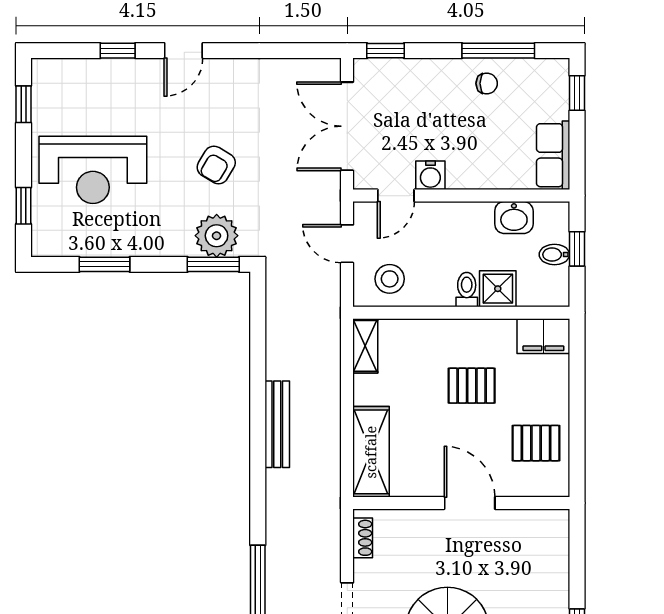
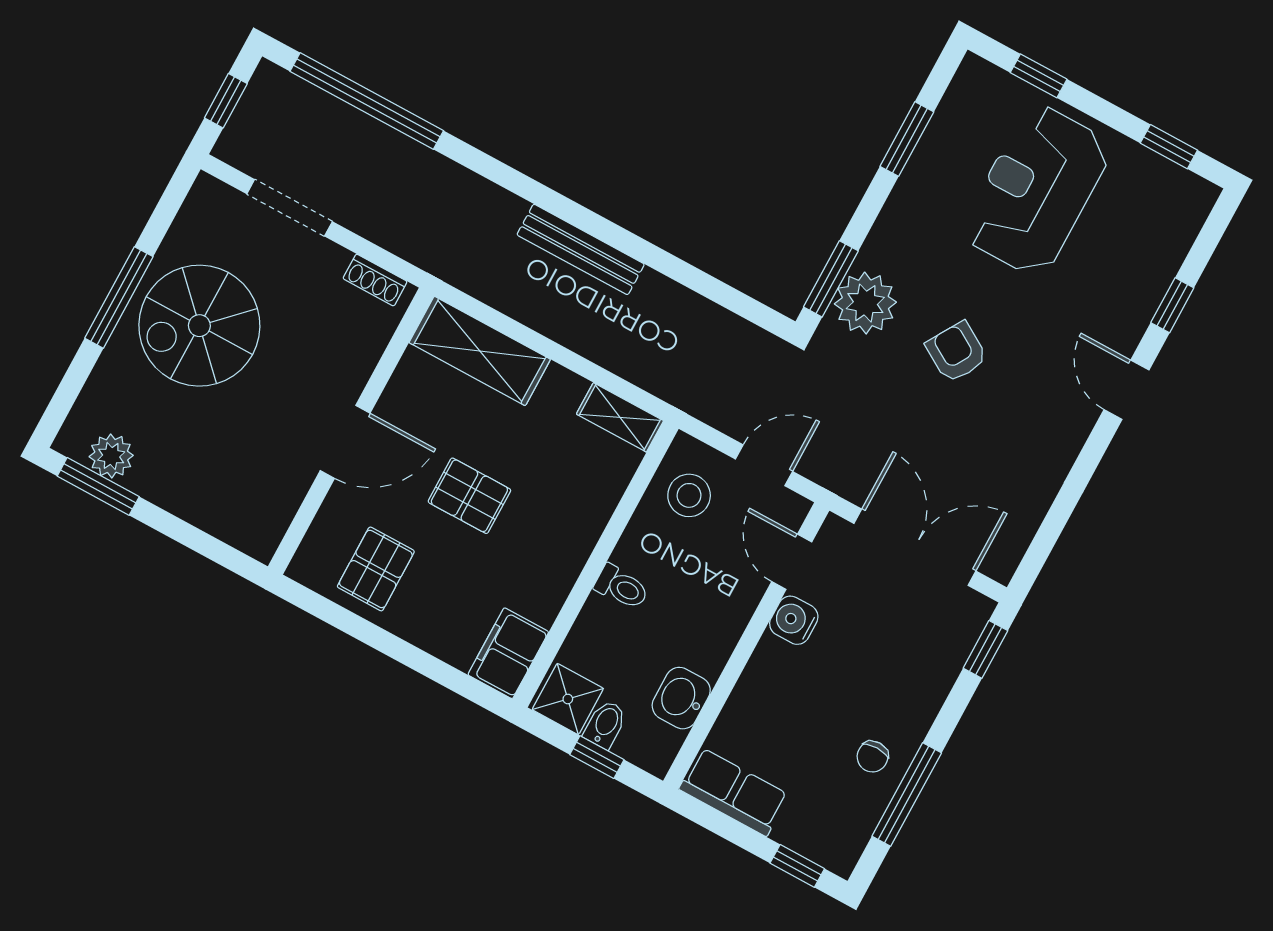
shower: (498, 289) -> (568, 699), moved
pallet: (472, 386) -> (469, 496), moved, turned 90

